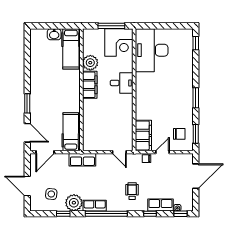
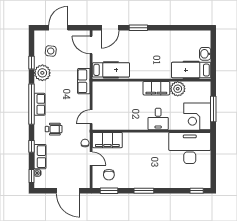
row of seats: (95, 206) -> (40, 104), moved

